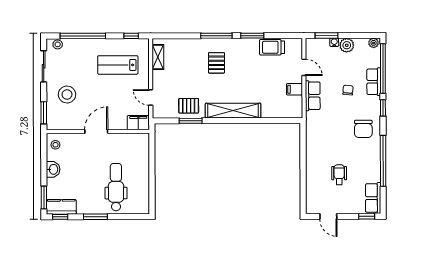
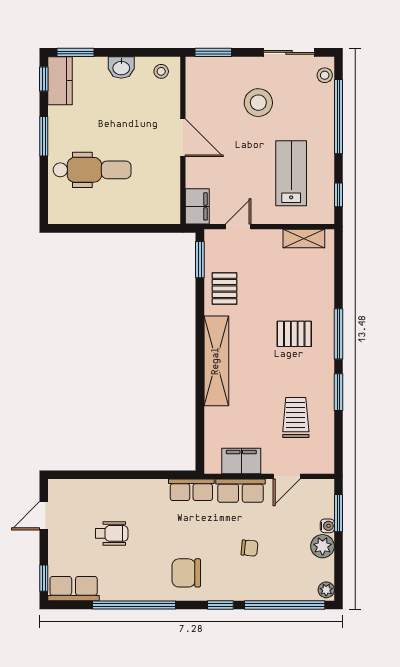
trolley: (272, 47) -> (296, 417), moved
row of seats: (374, 82) -> (191, 490), moved, turned 180
filing cabinet: (295, 89) -> (241, 461), width x2.00
stool: (67, 94) -> (258, 103), moved
window: (191, 121) -> (200, 260), moved

